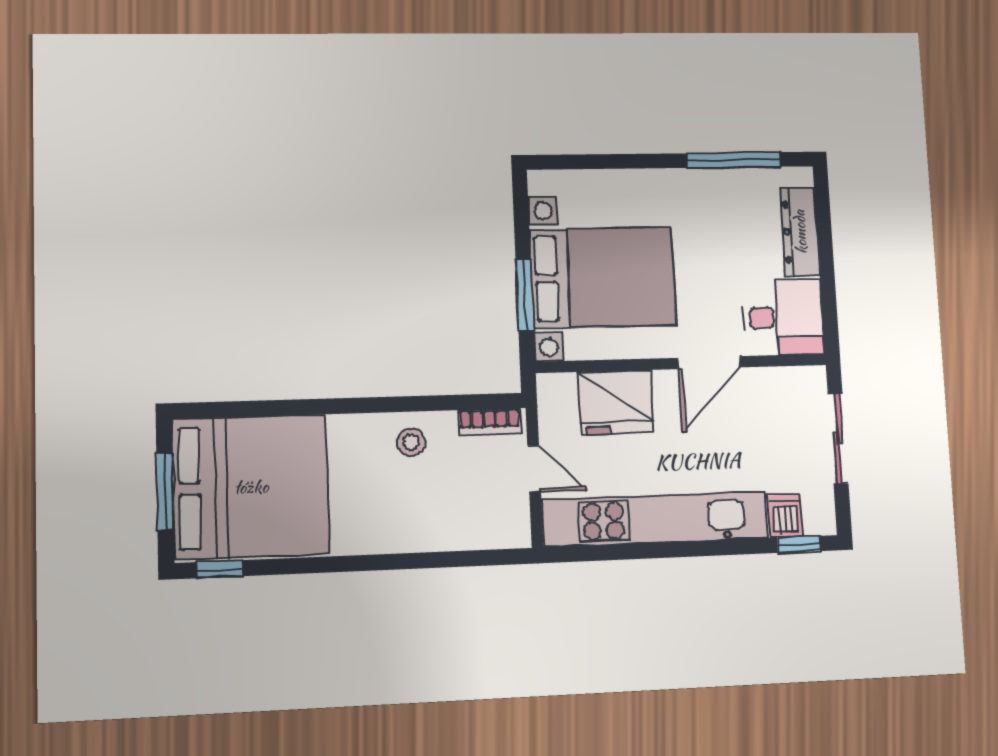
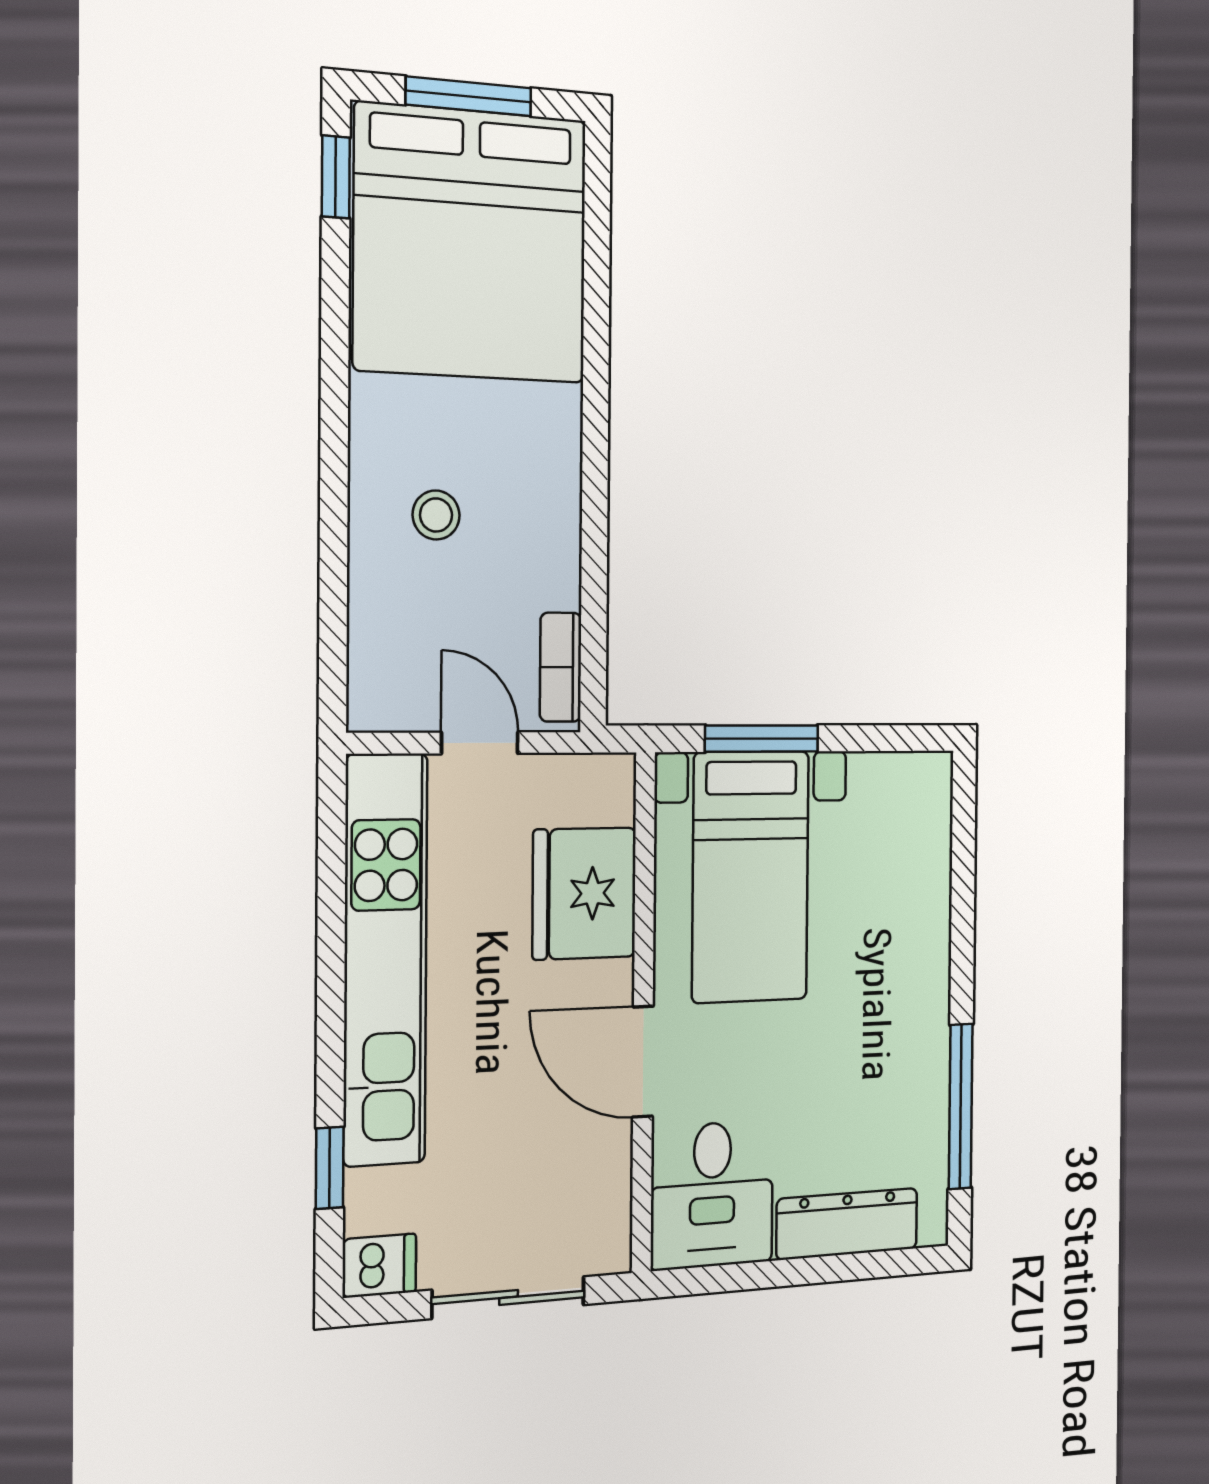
bed with nightstands: (603, 277) -> (751, 876), width x0.73
stool: (411, 442) -> (436, 515), moved
door: (534, 469) -> (480, 743), swing flipped
dishwasher: (785, 516) -> (379, 1266), moved
window: (799, 544) -> (330, 1168), moved

